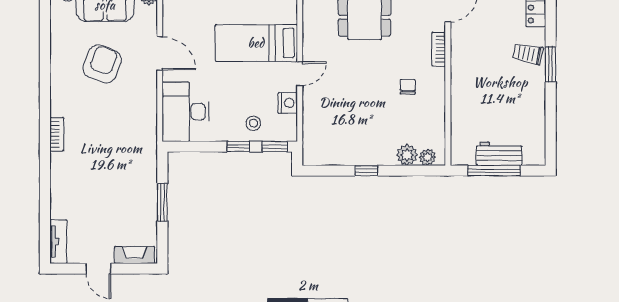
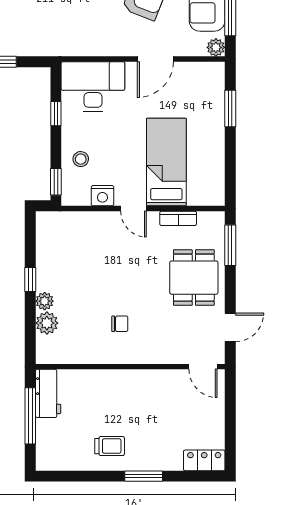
bookcase: (439, 49) -> (178, 218), moved, turned 180
trolley: (528, 54) -> (110, 446), moved, turned 79
window: (238, 147) -> (56, 114), moved
workbench: (499, 154) -> (48, 393), moved
plant: (428, 157) -> (45, 301), moved

